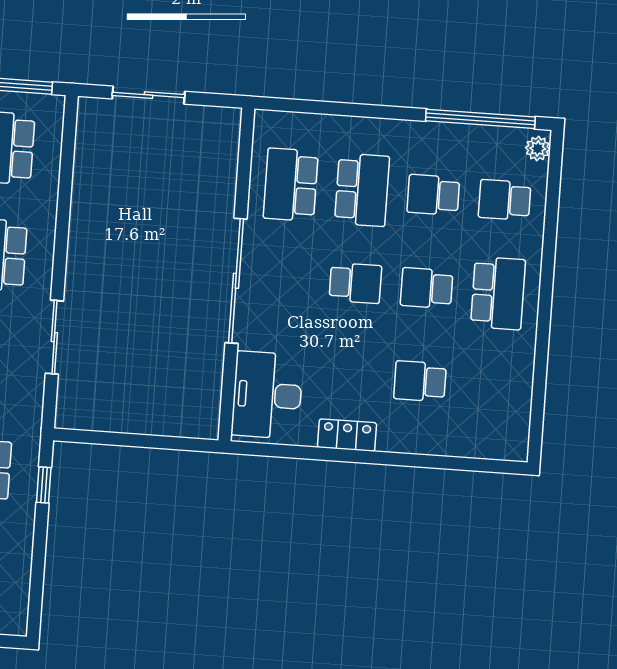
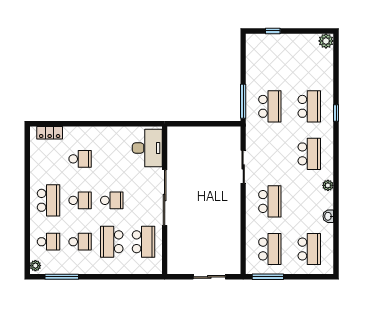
window: (480, 119) -> (62, 277), width x0.68
school desk: (355, 283) -> (112, 200), turned 180
school desk: (498, 293) -> (48, 200), turned 180
locker: (347, 435) -> (50, 133), moved
window: (44, 485) -> (243, 101), width x2.17

